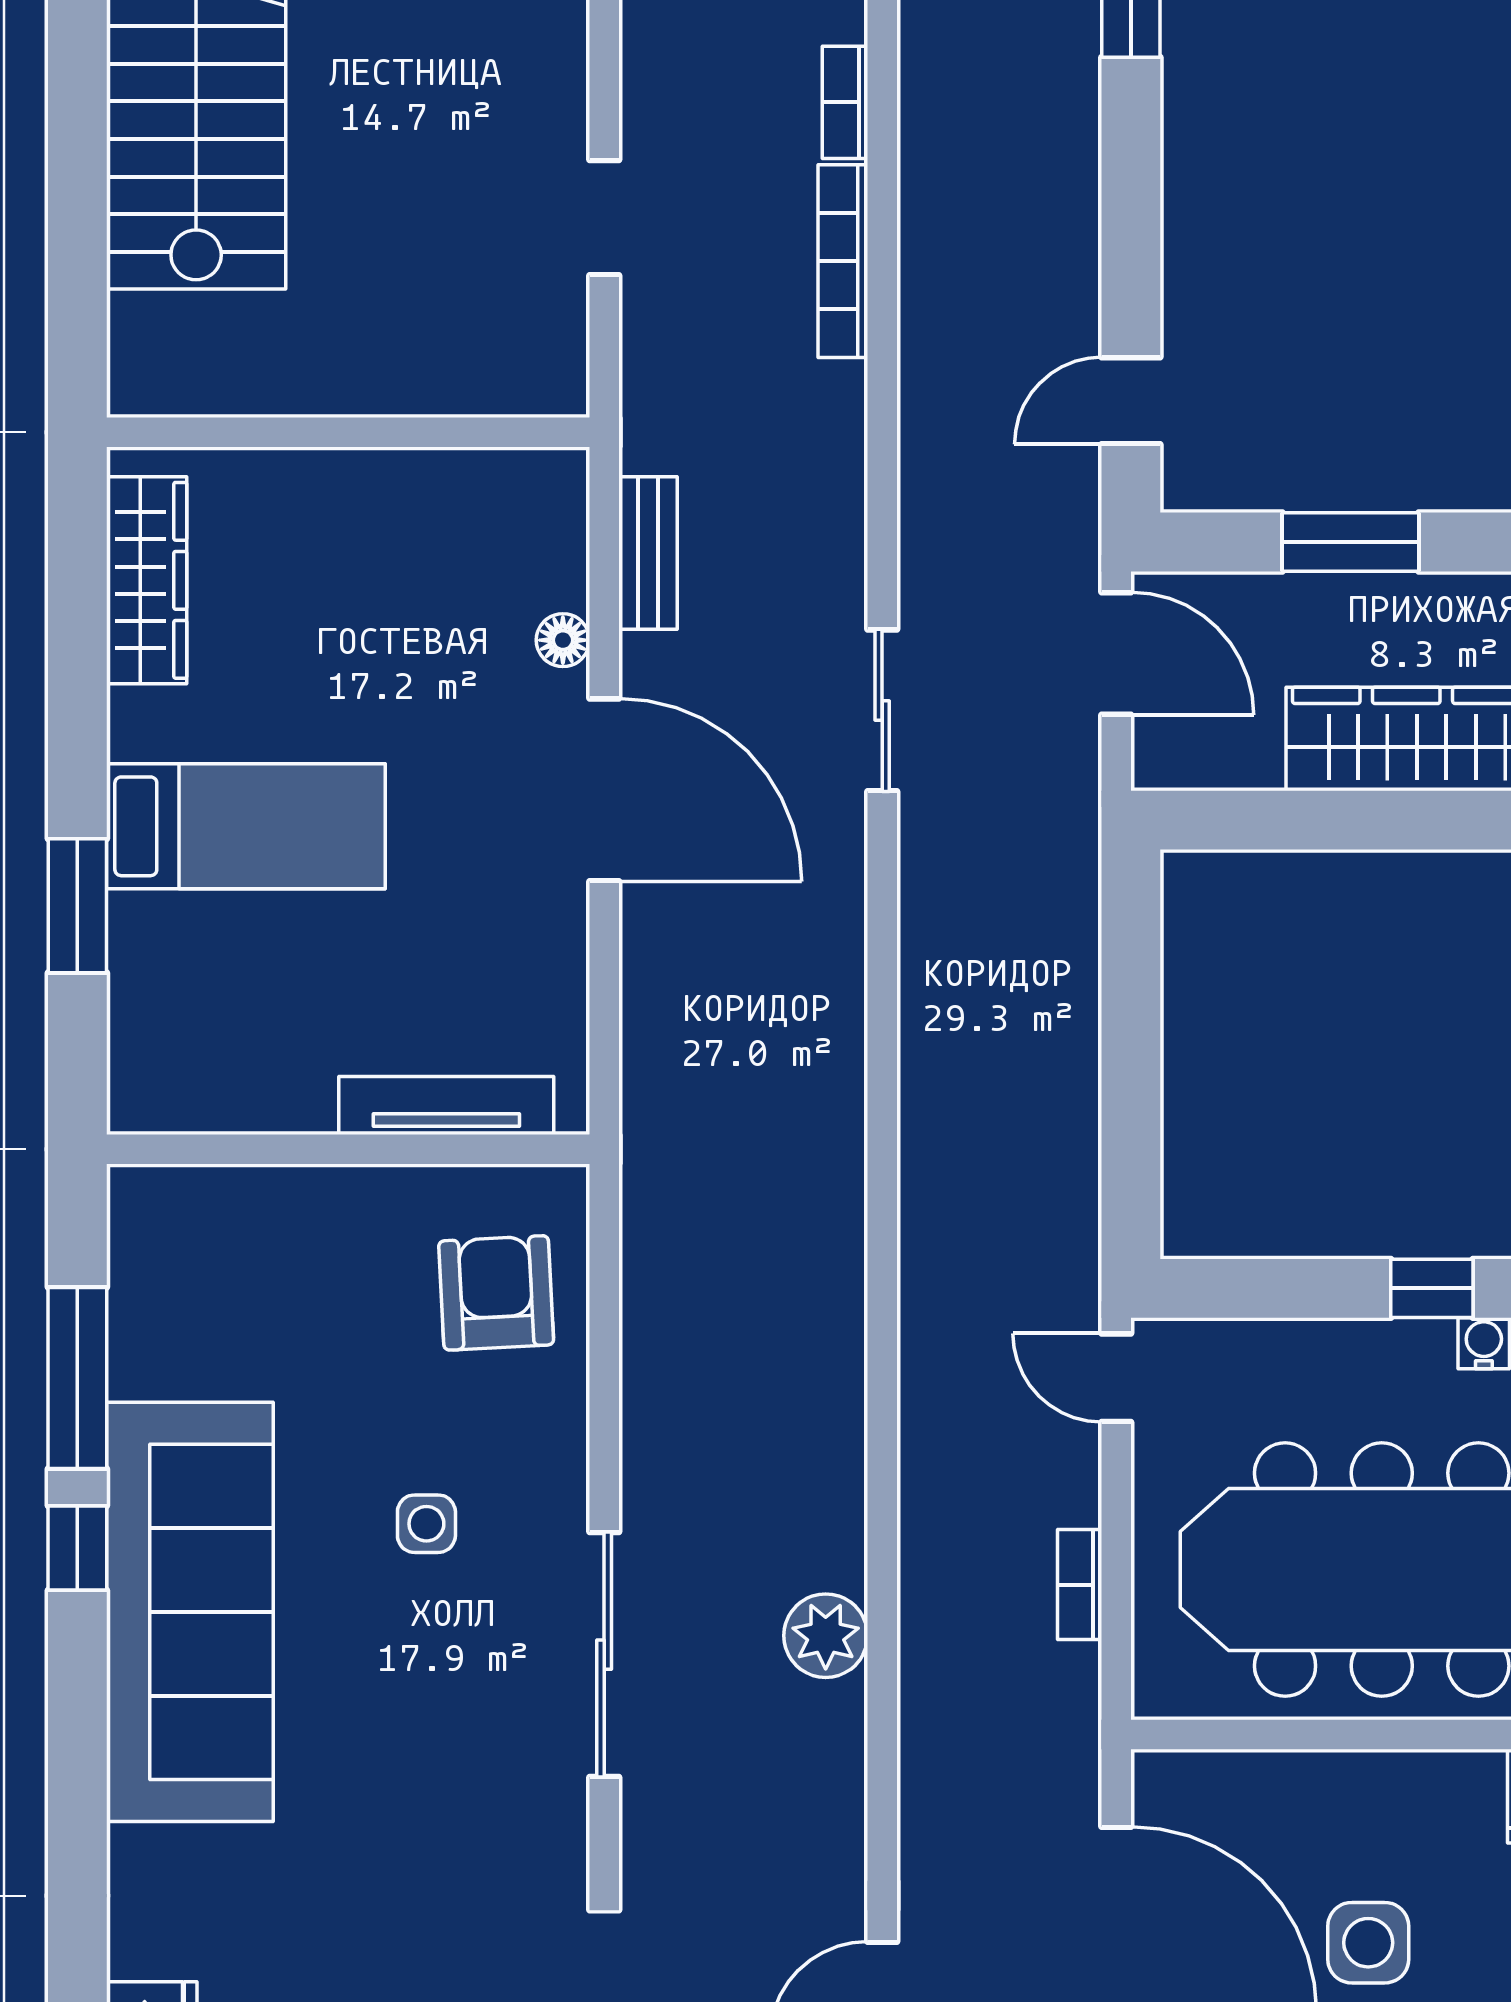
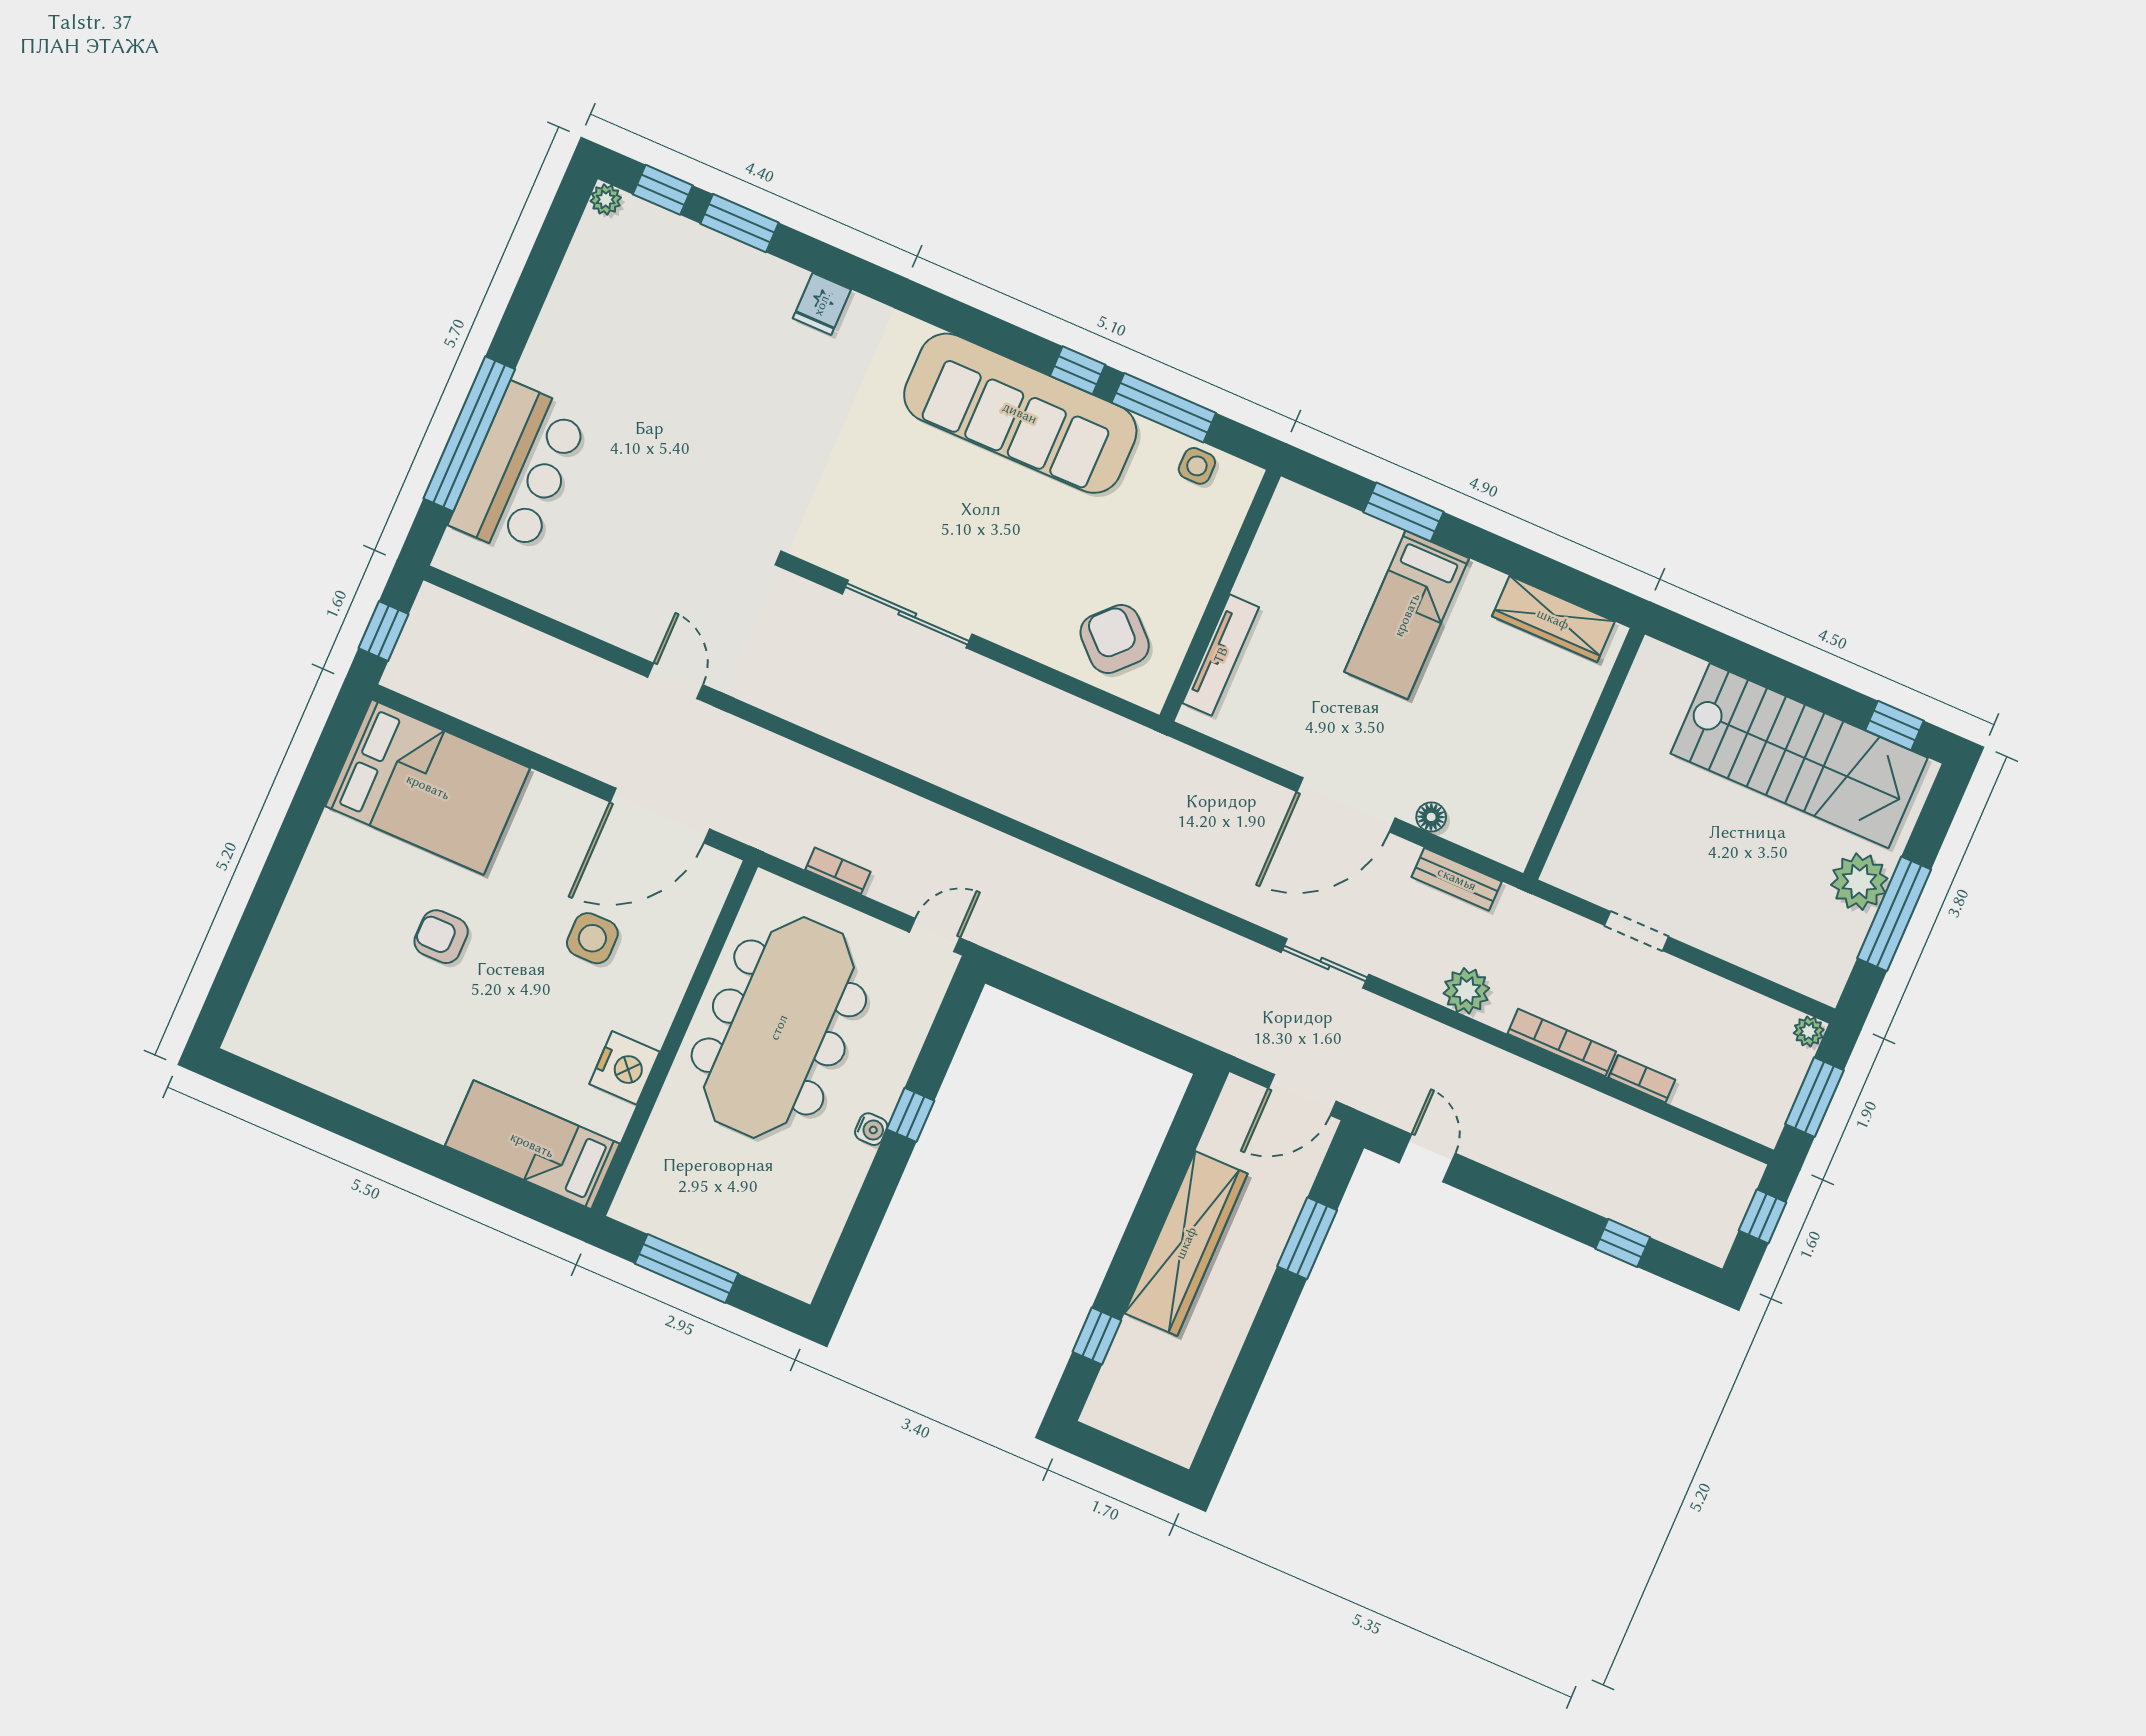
armchair: (496, 1293) -> (1115, 639), turned -133
side table: (426, 1524) -> (1197, 466), moved
plant: (826, 1636) -> (1466, 991), moved

